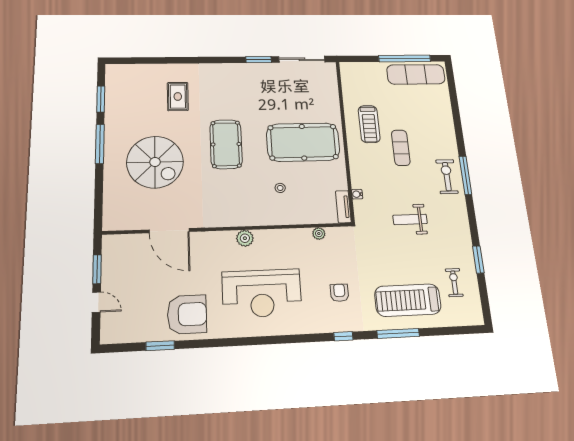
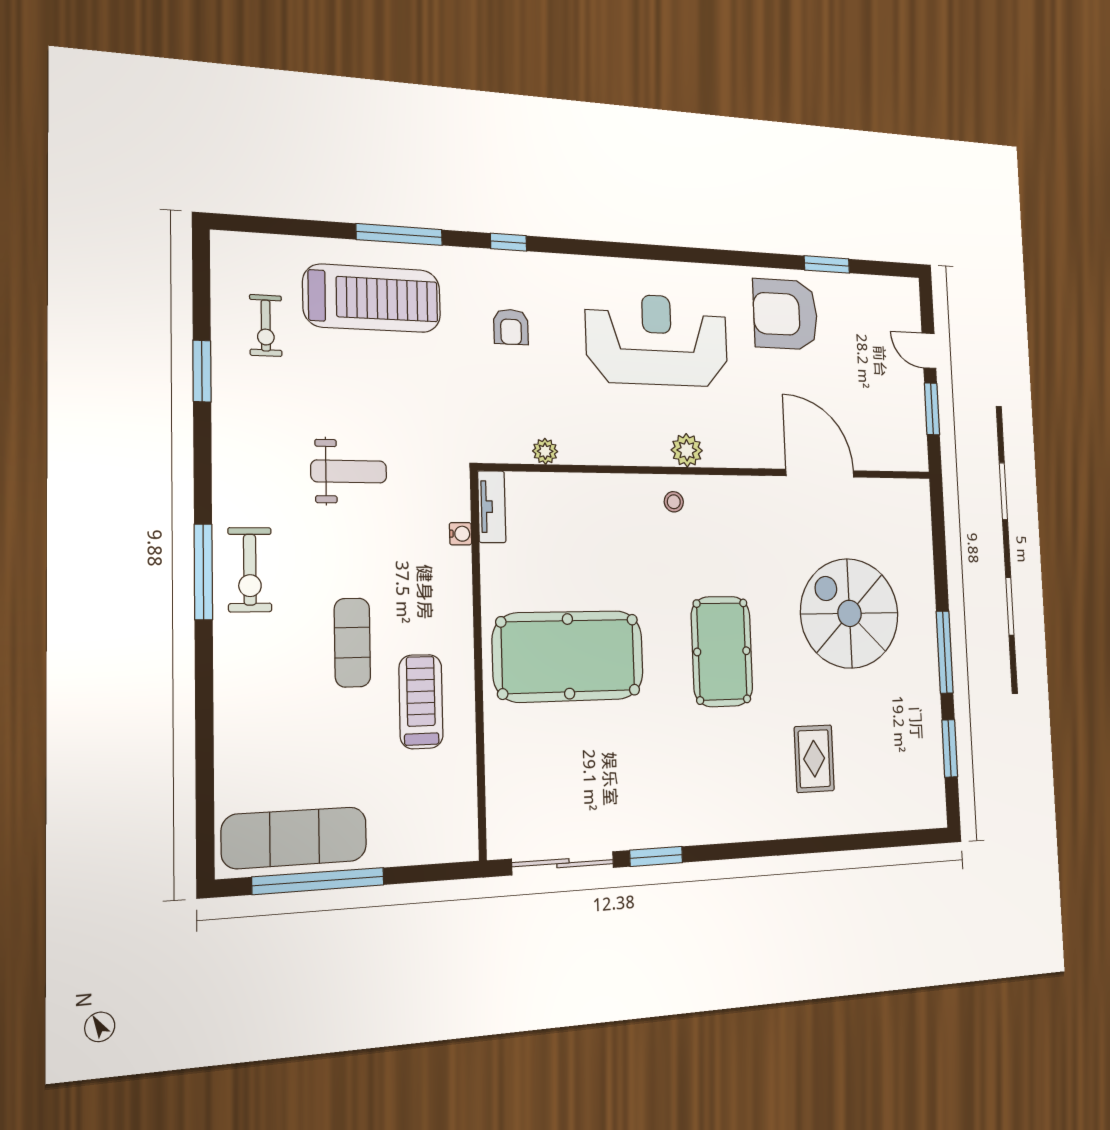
stool: (280, 188) -> (674, 502), moved

